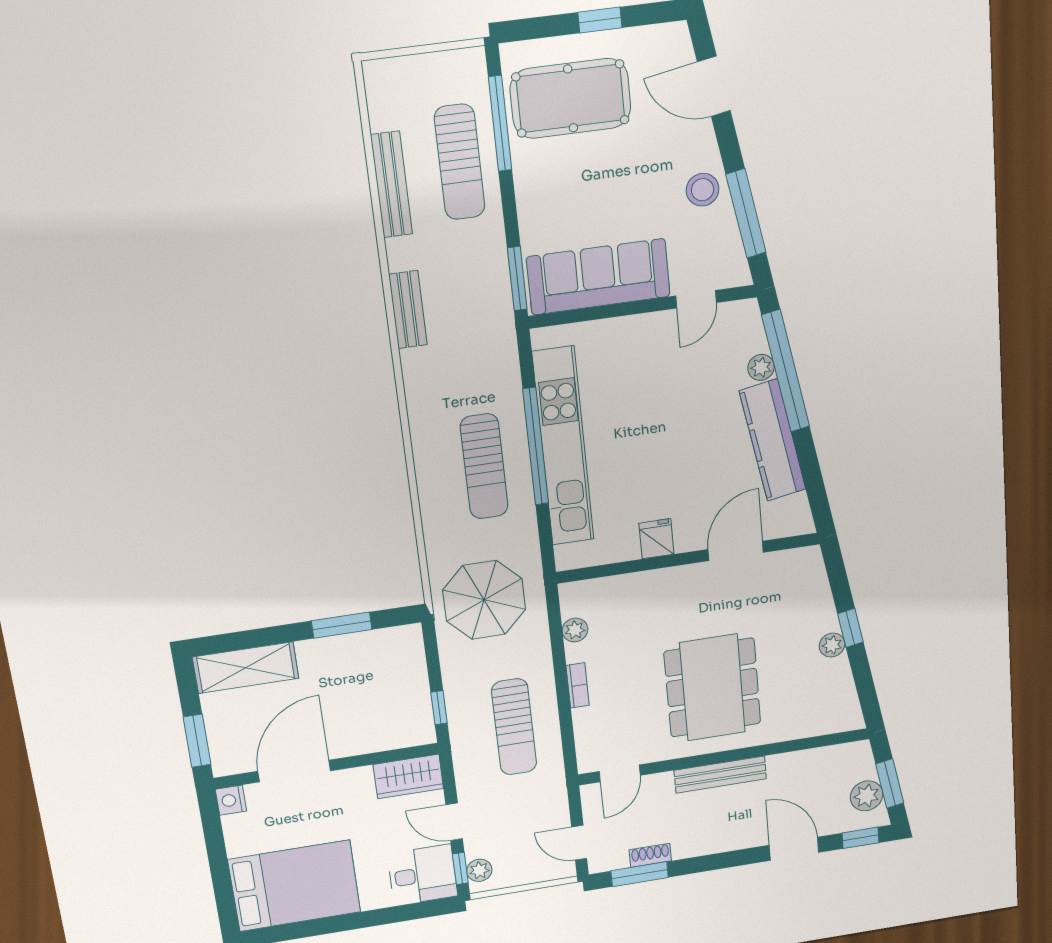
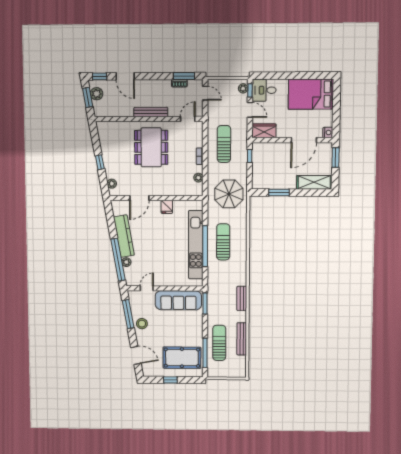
plant: (832, 645) -> (112, 184), moved

